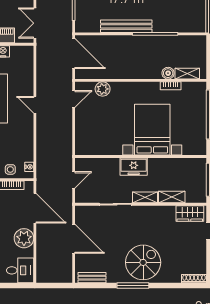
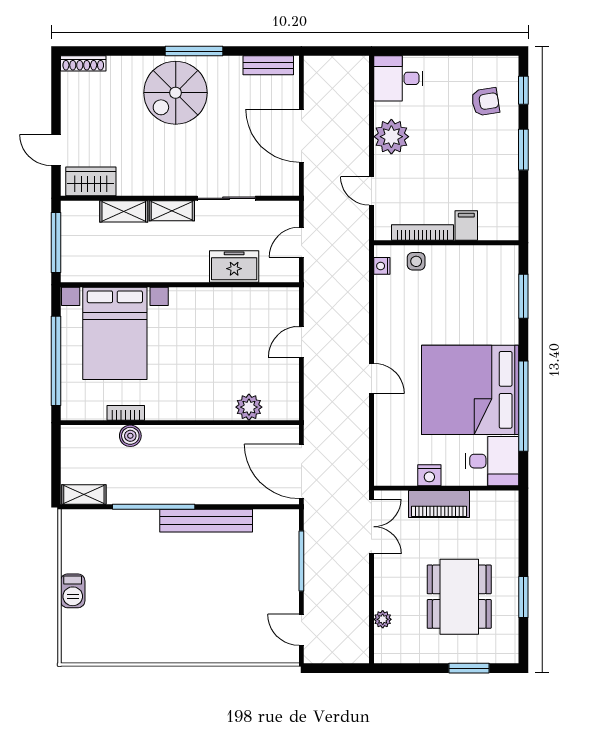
shelving: (187, 74) -> (84, 495), moved
door: (74, 99) -> (301, 342), moved
bed with nightstands: (152, 130) -> (115, 333), moved
freezer: (134, 167) -> (234, 266), moved
door: (35, 208) -> (371, 191), width x0.53

